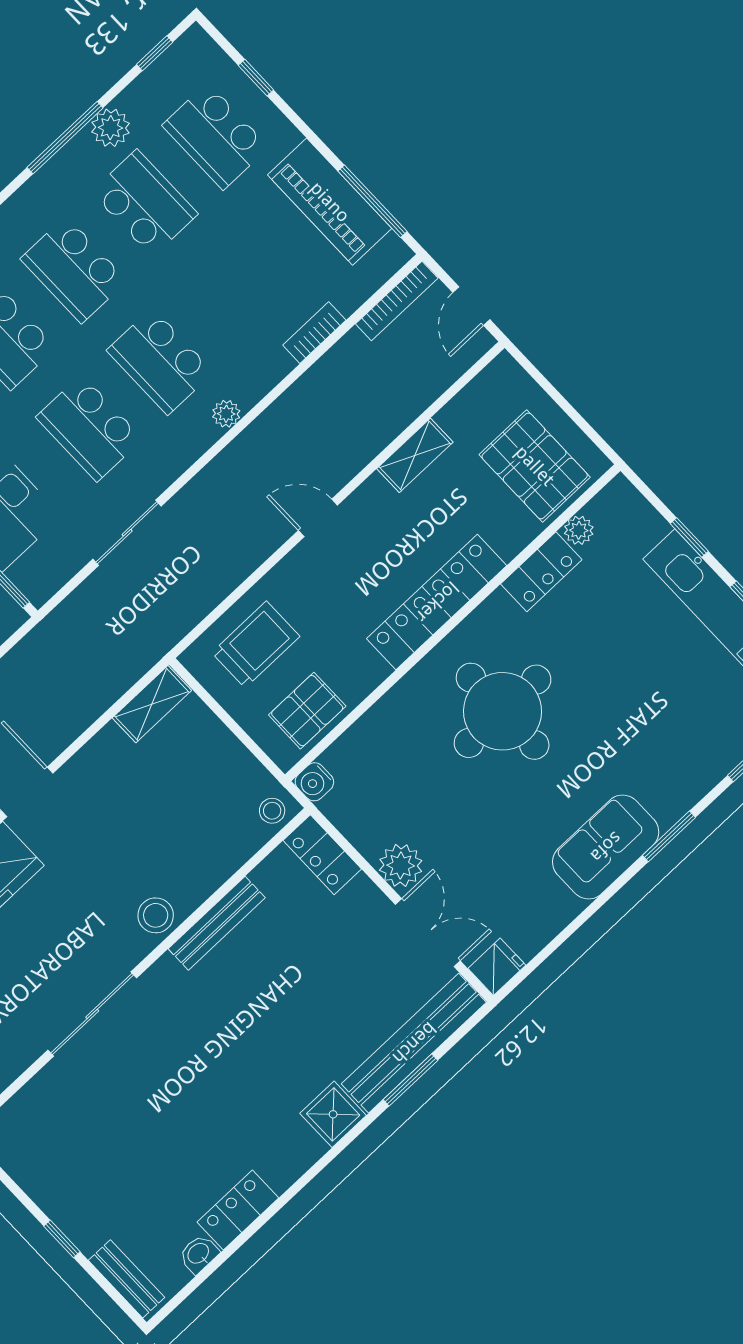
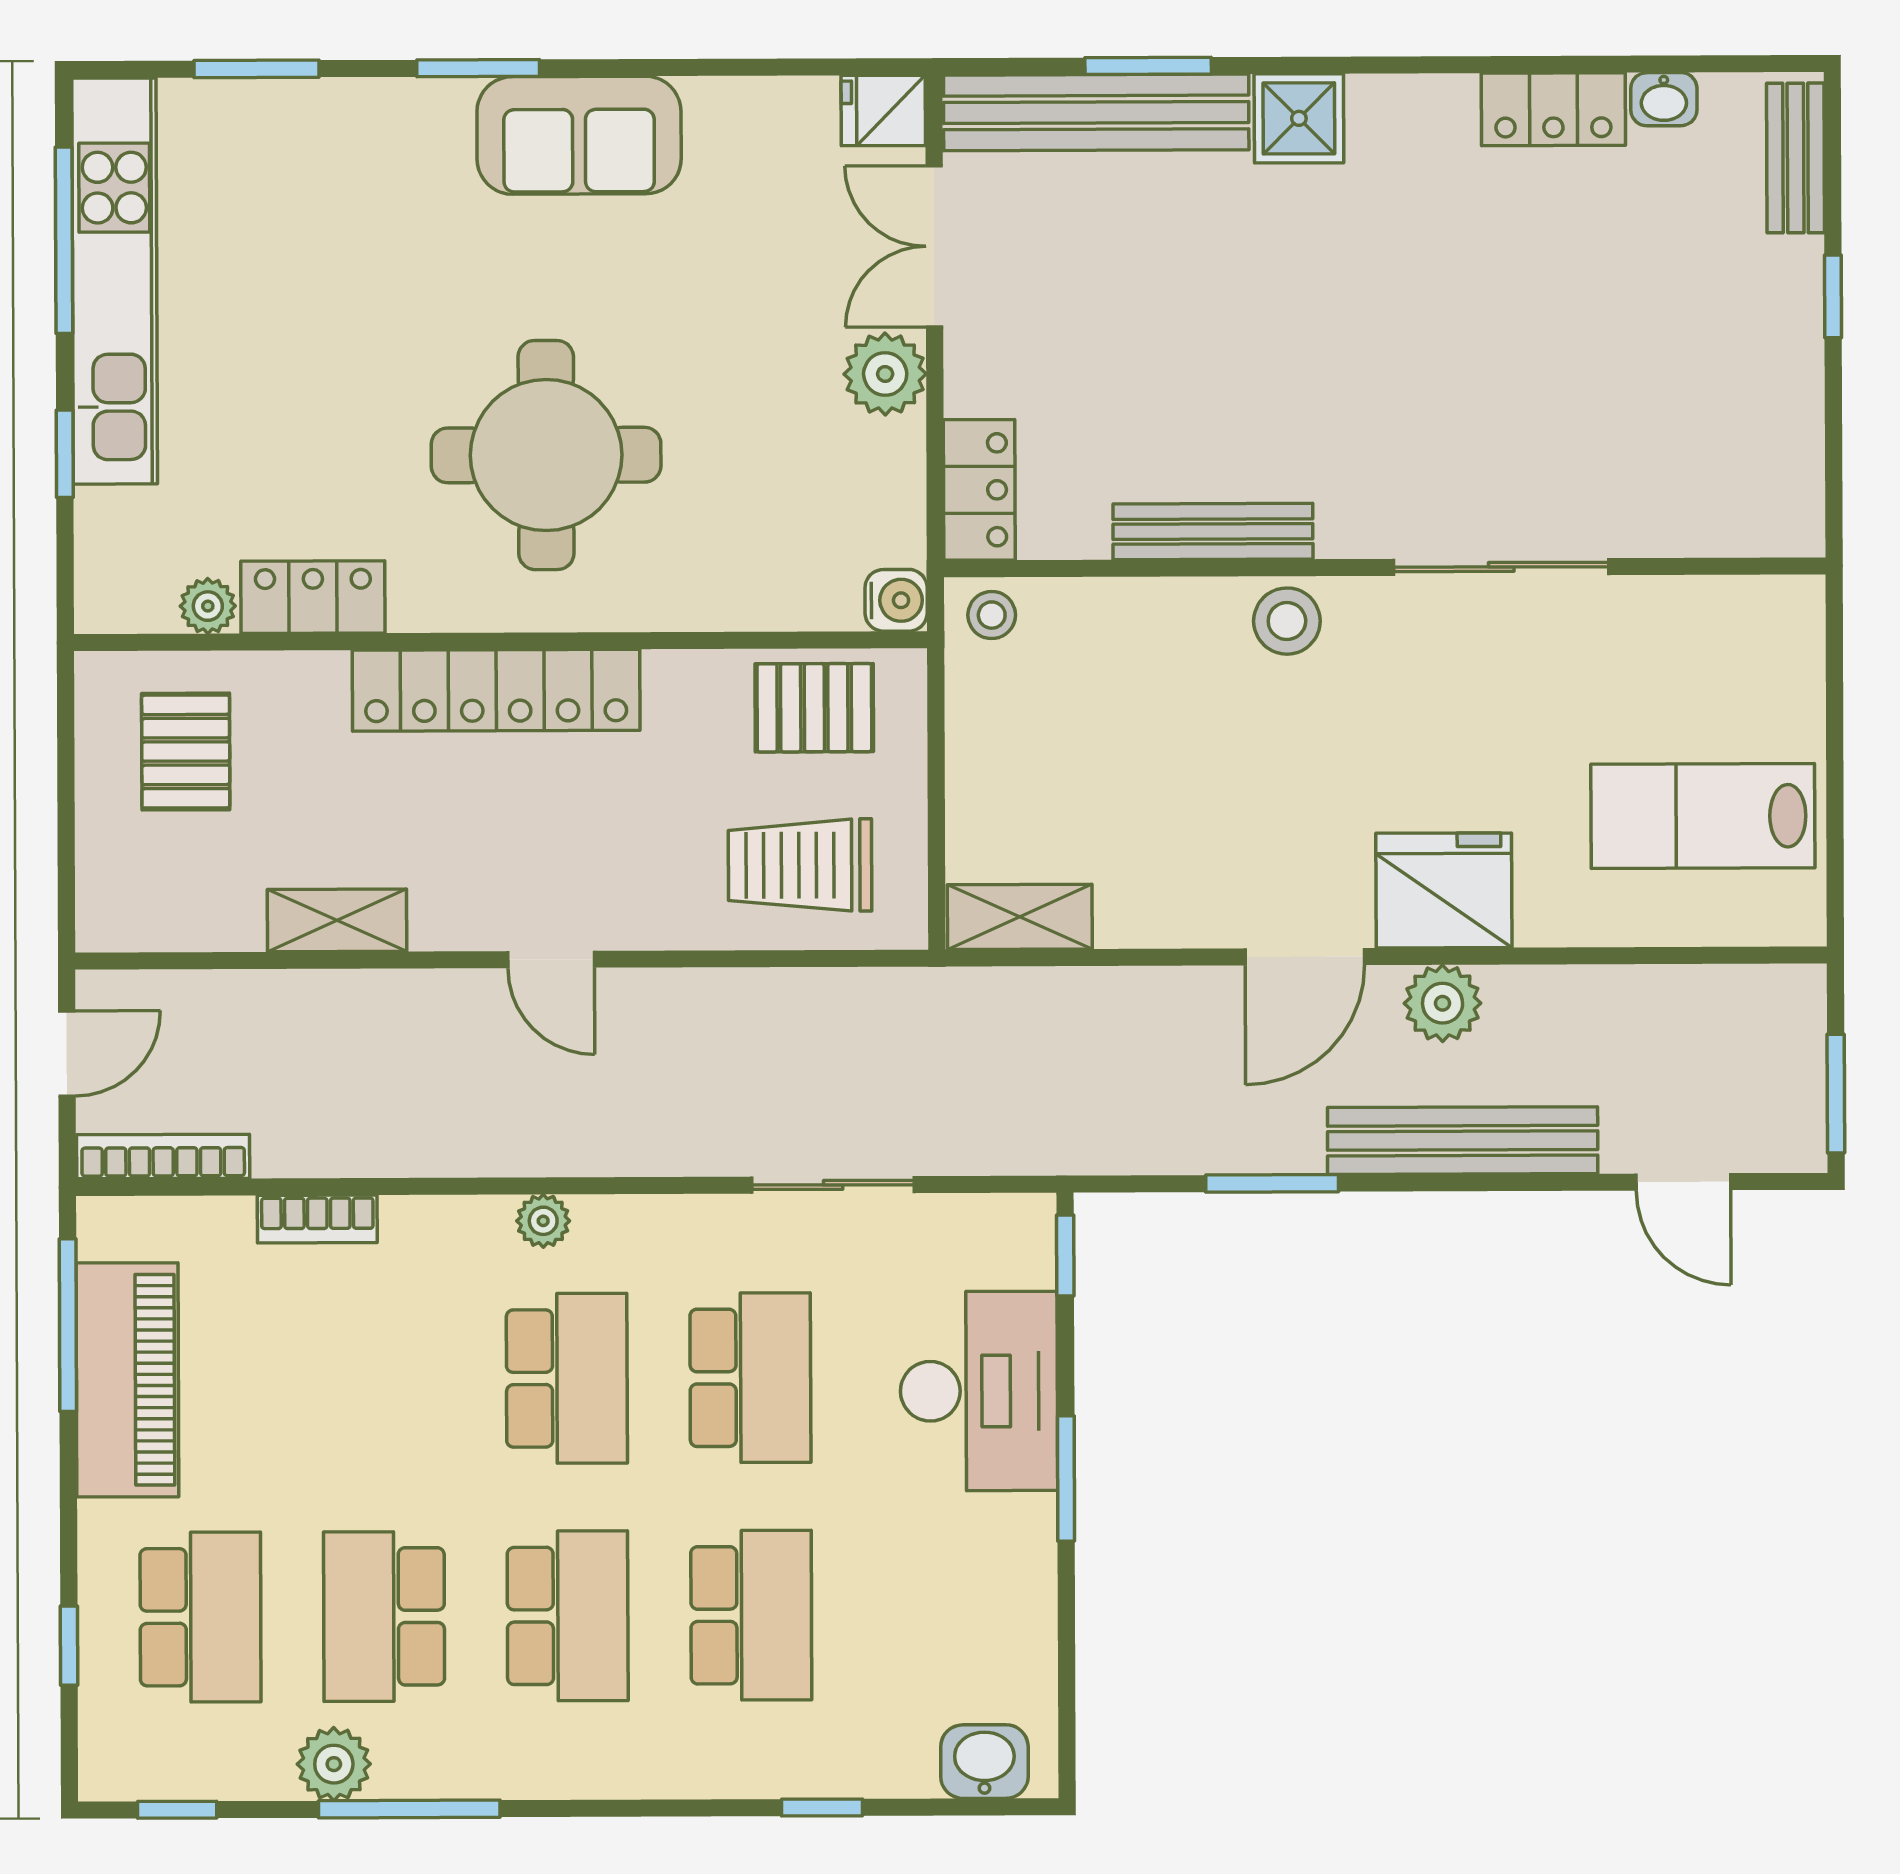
pallet: (535, 466) -> (186, 752), width x0.67, depth x0.71

